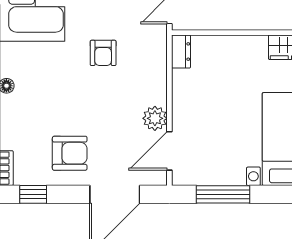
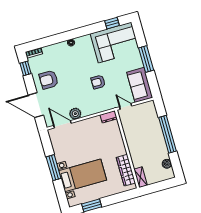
armchair: (70, 153) -> (49, 80), turned 90
window: (223, 194) -> (54, 168), moved

